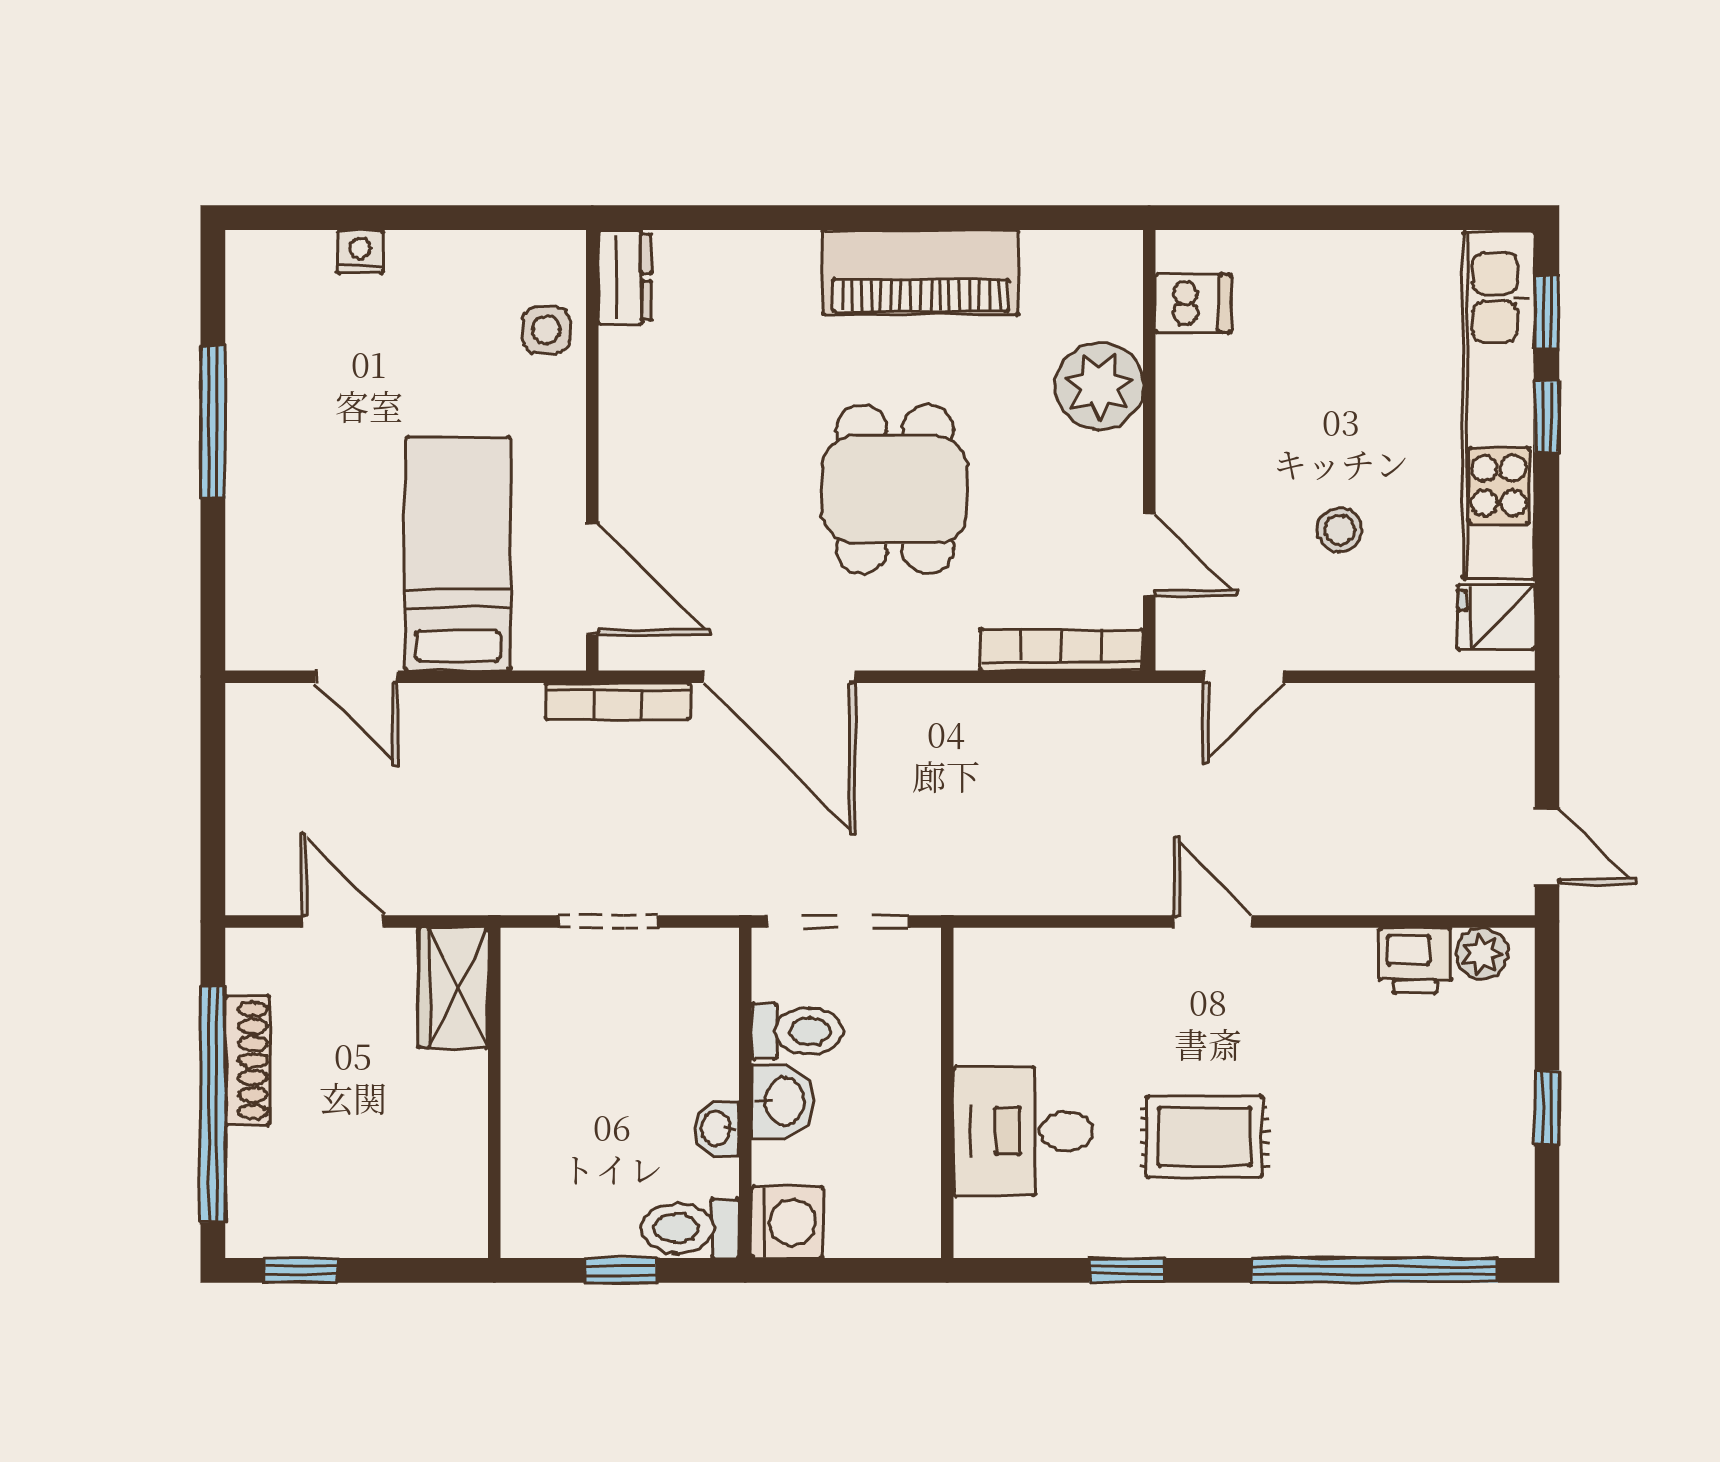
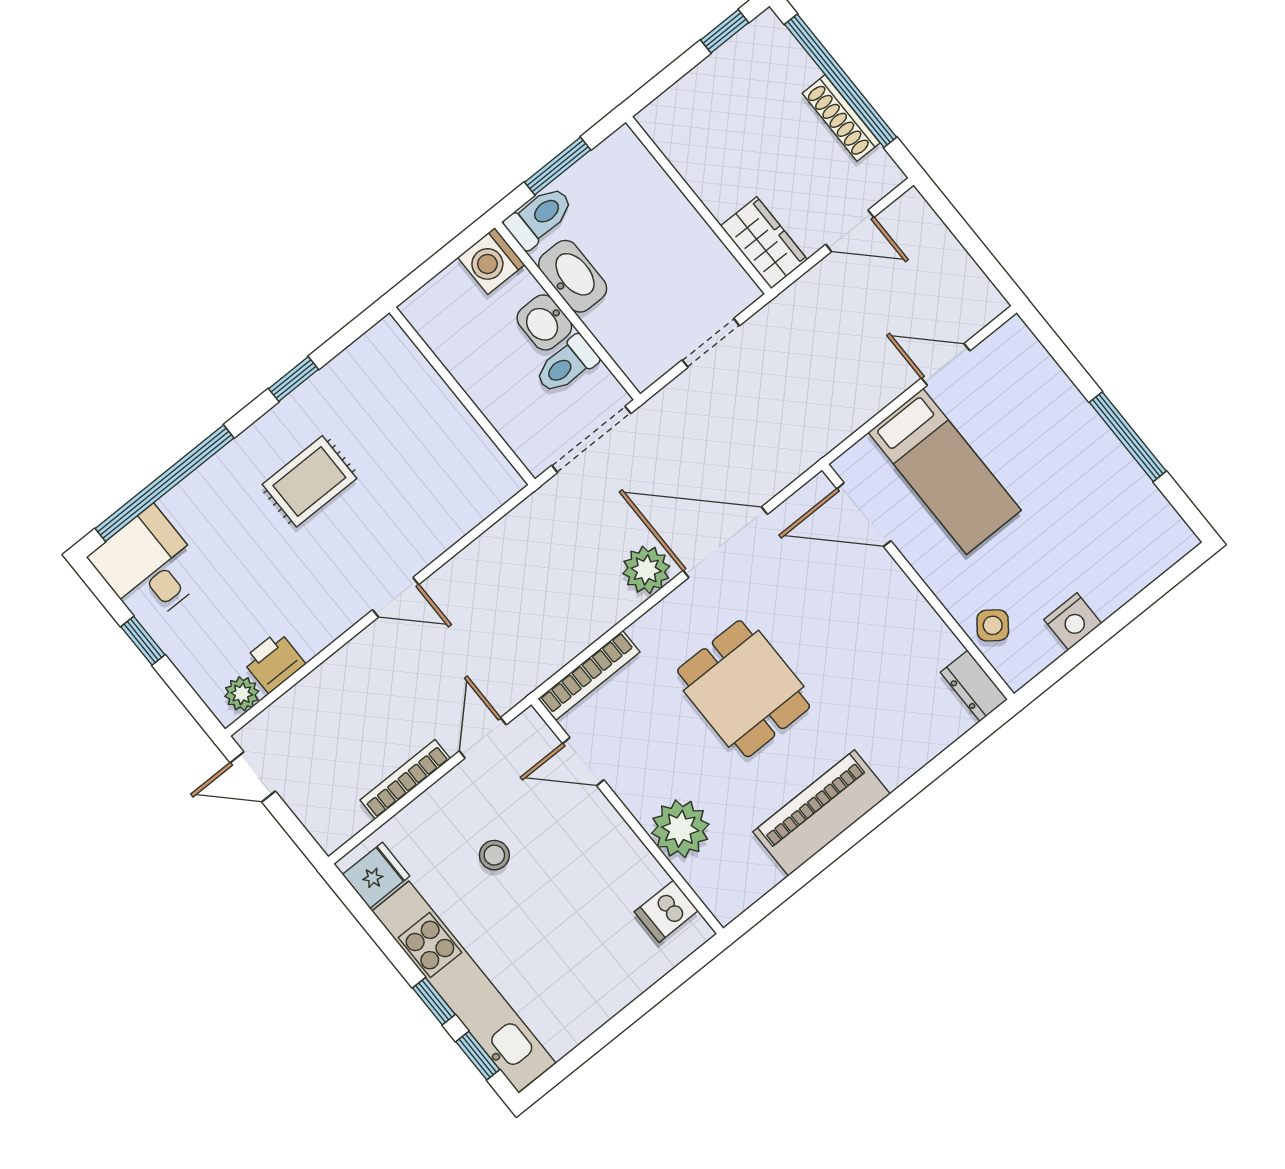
nightstand: (360, 252) -> (1073, 621), moved, width x1.39, depth x1.35
side table: (546, 330) -> (993, 625), turned 37
bookcase: (618, 701) -> (405, 779), moved
plant: (896, 719) -> (646, 570), added
washbasin: (717, 1128) -> (573, 276), width x1.91, depth x1.45
desk: (1023, 1131) -> (149, 566), moved, turned -90
window: (621, 1270) -> (558, 166), width x1.50

